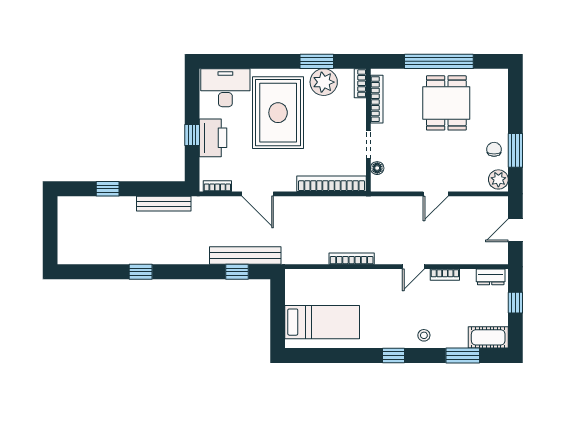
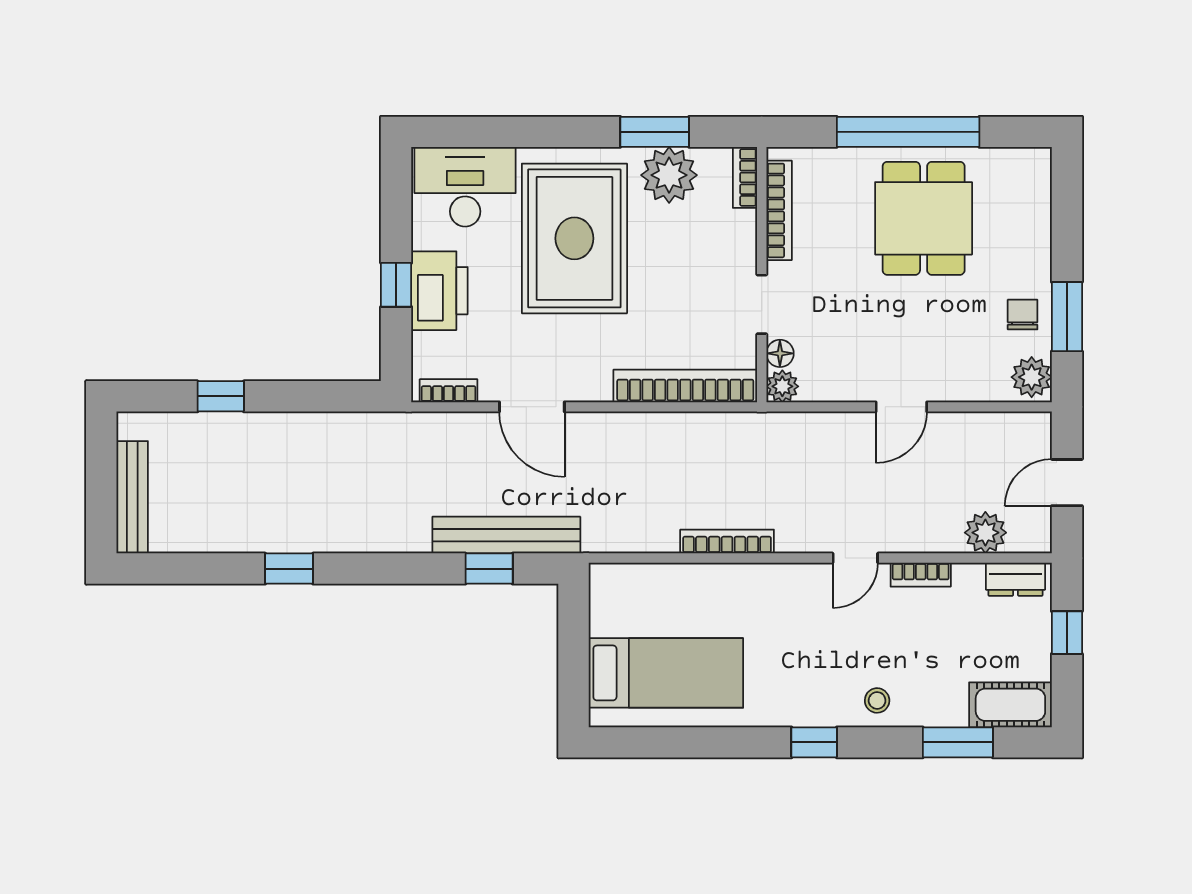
plant: (378, 184) -> (782, 386), added
bench: (164, 204) -> (132, 497), moved, turned 90
plant: (476, 254) -> (985, 533), added

